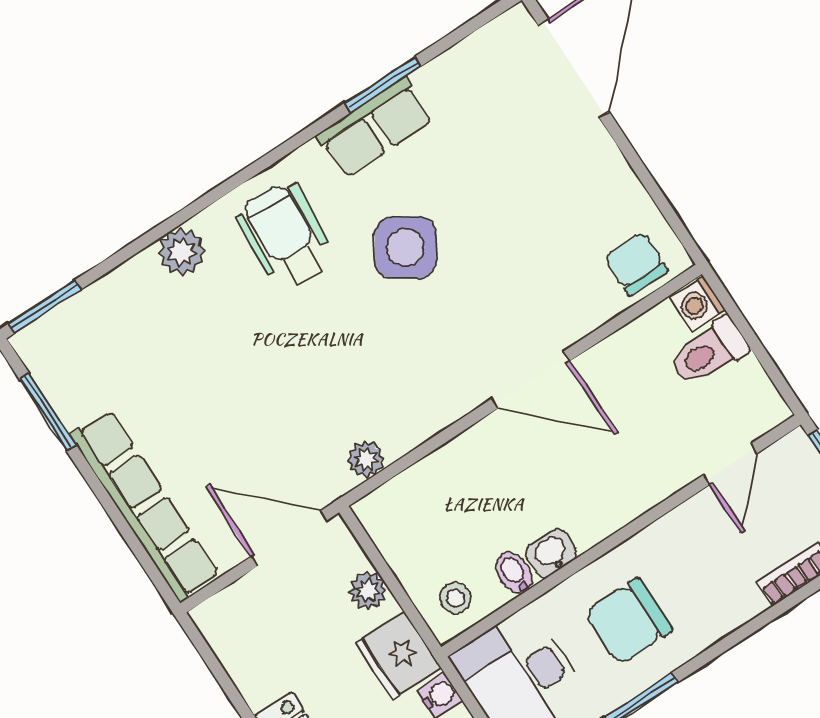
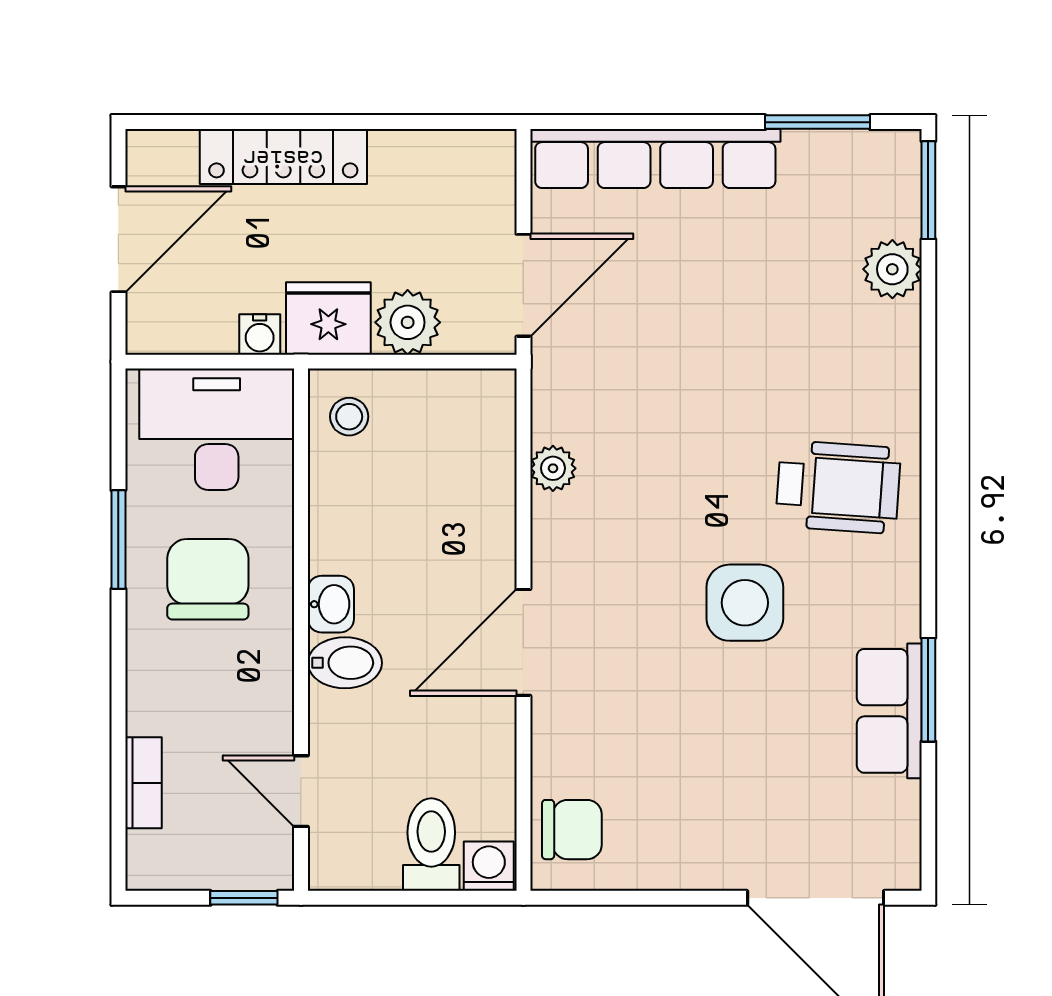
row of seats: (375, 128) -> (889, 711), moved
side table: (405, 247) -> (745, 603), turned -34
plant: (181, 252) -> (892, 269), moved
plant: (366, 459) -> (553, 468), moved
washbasin: (551, 553) -> (331, 604), moved
bidet: (514, 573) -> (345, 663), moved, width x1.38, depth x1.36
plant: (368, 590) -> (408, 322), width x1.38, depth x1.38

